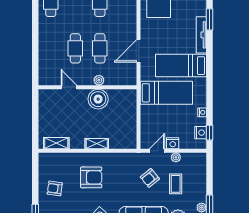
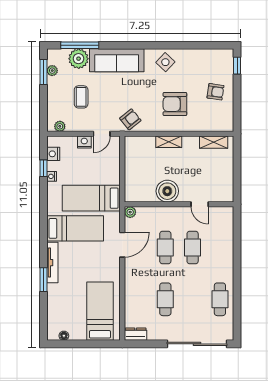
plant: (99, 80) -> (130, 212), moved
window: (209, 133) -> (43, 168), moved
plant: (176, 157) -> (60, 126), moved
armchair: (150, 178) -> (130, 119), moved

